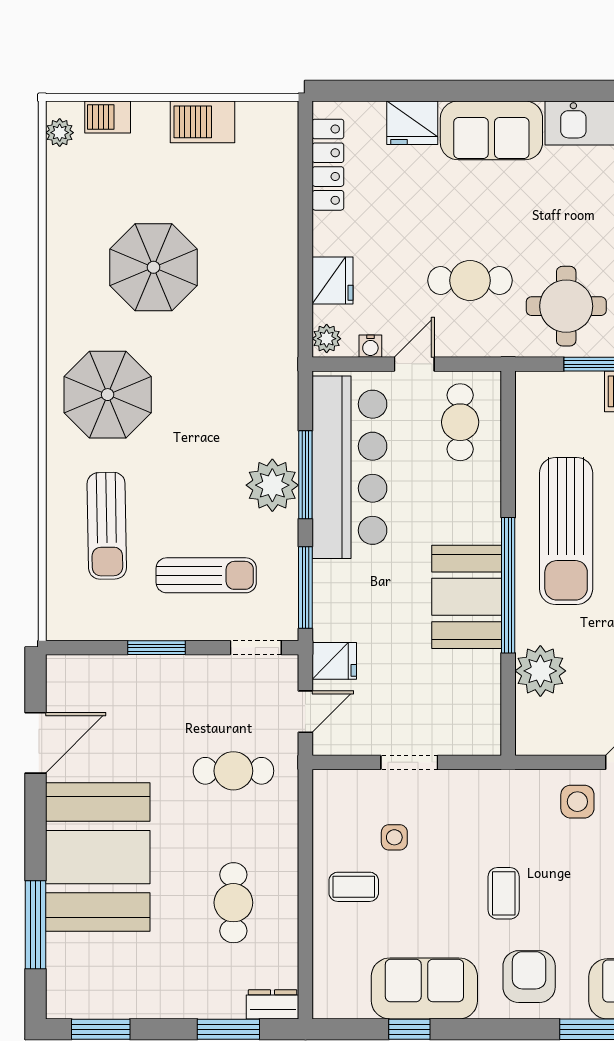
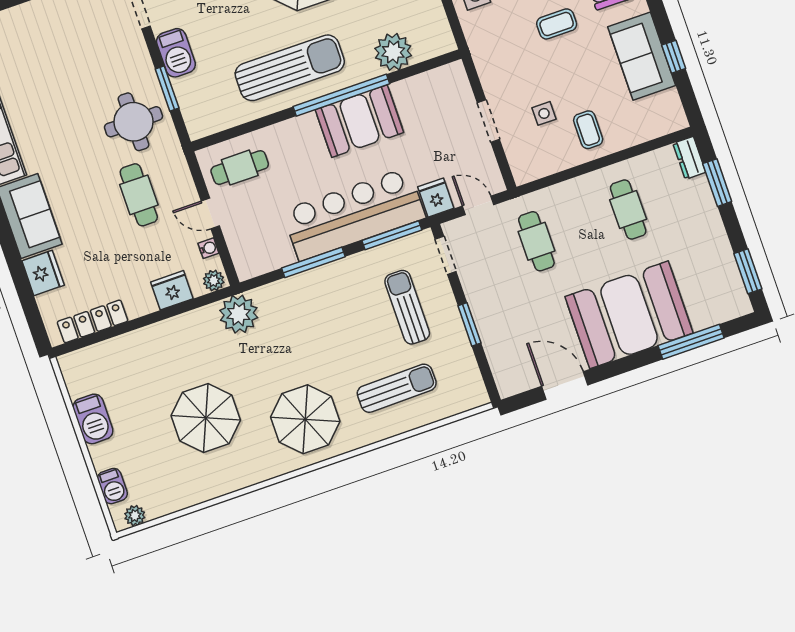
bar counter: (349, 467) -> (354, 214), moved
plant: (272, 485) -> (239, 314), moved
cafe table: (233, 903) -> (628, 209), turned 90

